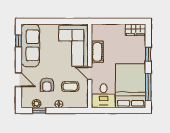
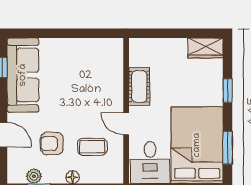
corner sofa: (73, 46) -> (98, 76), removed
armchair: (47, 85) -> (52, 143), turned 90
window: (148, 87) -> (228, 148), width x0.69

